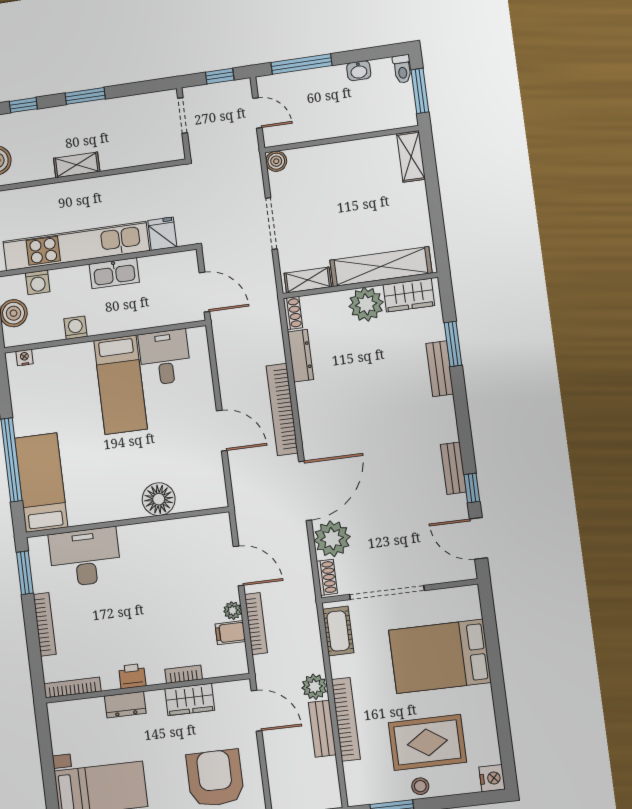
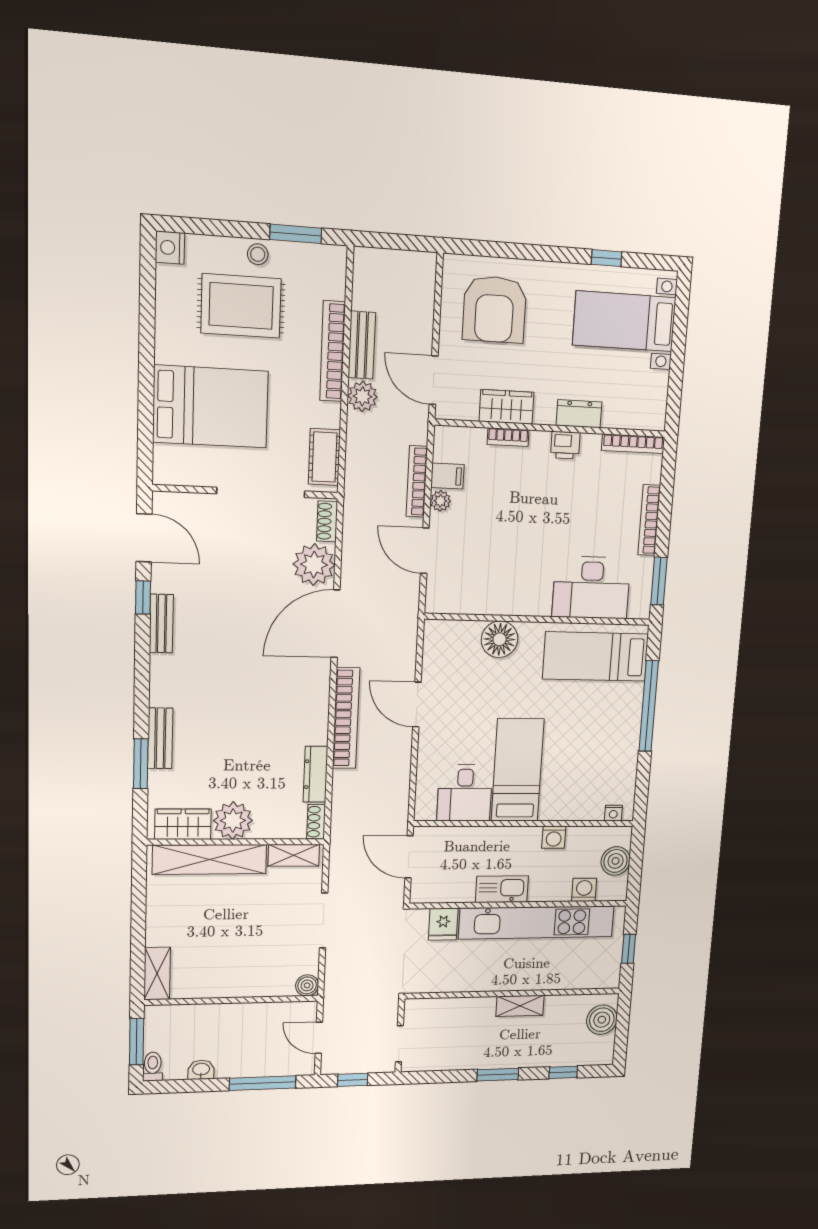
bed: (41, 483) -> (596, 656), moved, turned 90

